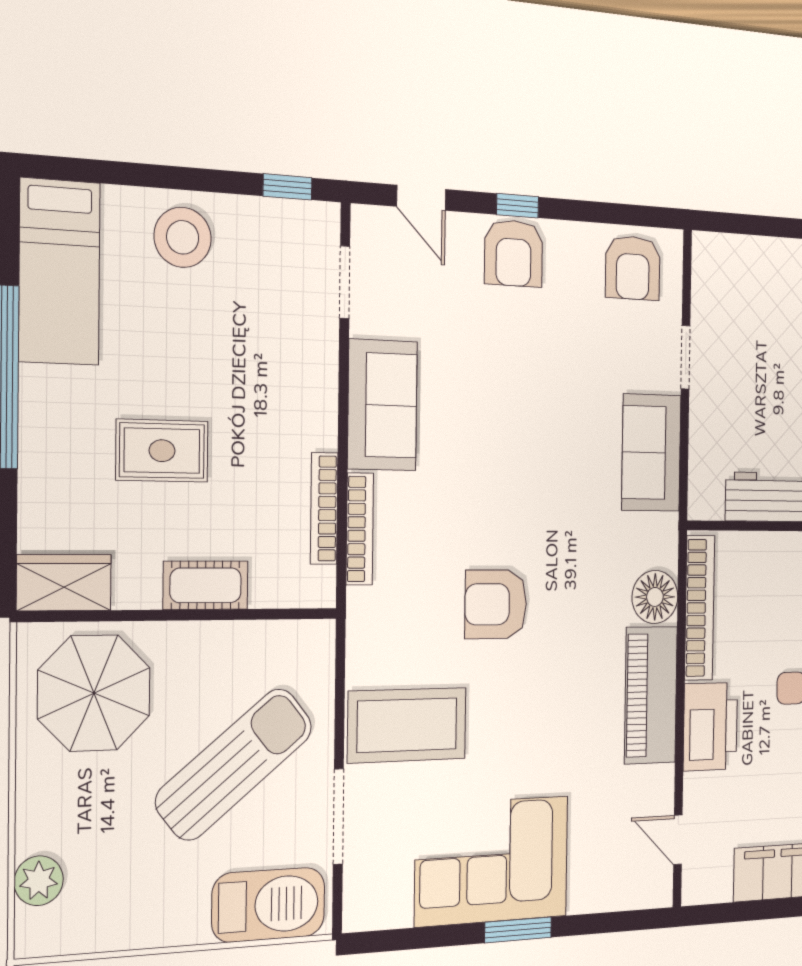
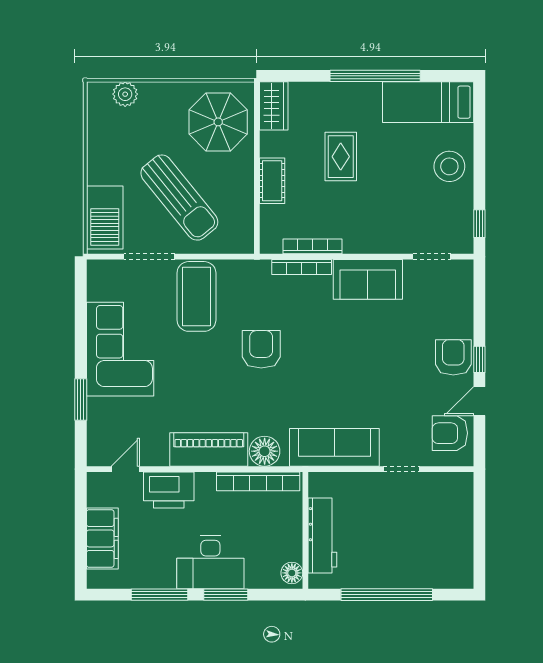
door: (421, 198) -> (479, 401), moved
armchair: (514, 253) -> (453, 357), turned 90
sofa: (651, 453) -> (334, 447), width x1.36
printer: (710, 727) -> (169, 490), moved
window: (518, 930) -> (81, 399), moved

